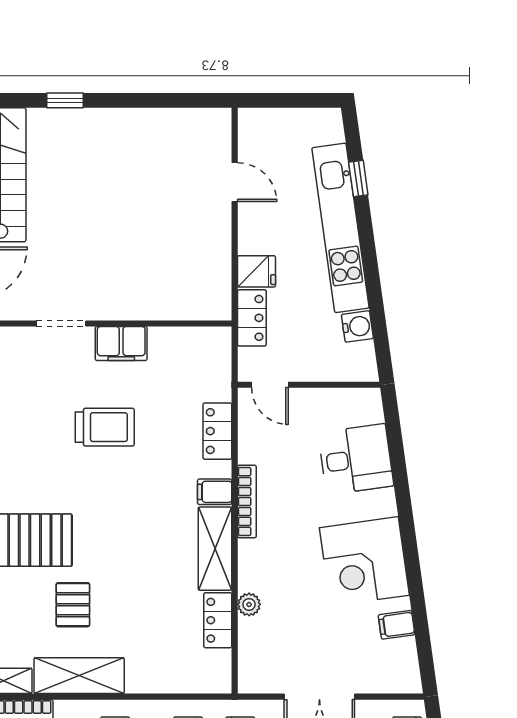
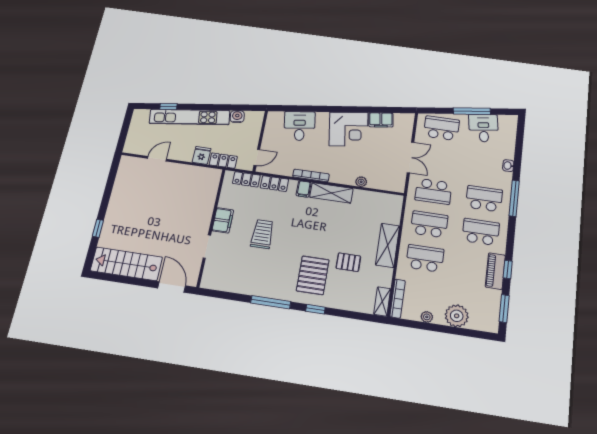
locker: (218, 620) -> (246, 179), moved
filing cabinet: (397, 625) -> (381, 120), width x2.00
shelving: (79, 676) -> (387, 245), moved

